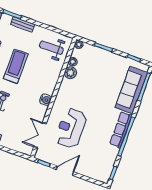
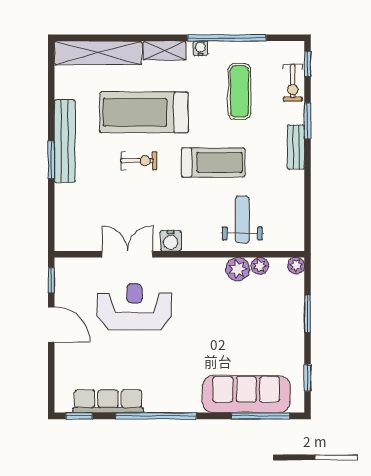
weight bench: (51, 48) -> (242, 219), moved
row of seats: (121, 130) -> (108, 401), moved
double door: (40, 135) -> (127, 254), moved

